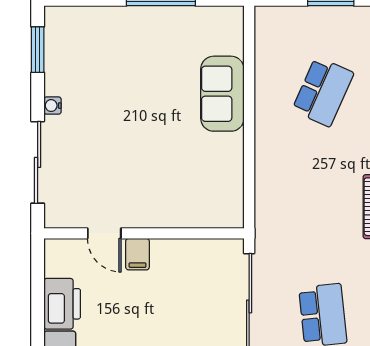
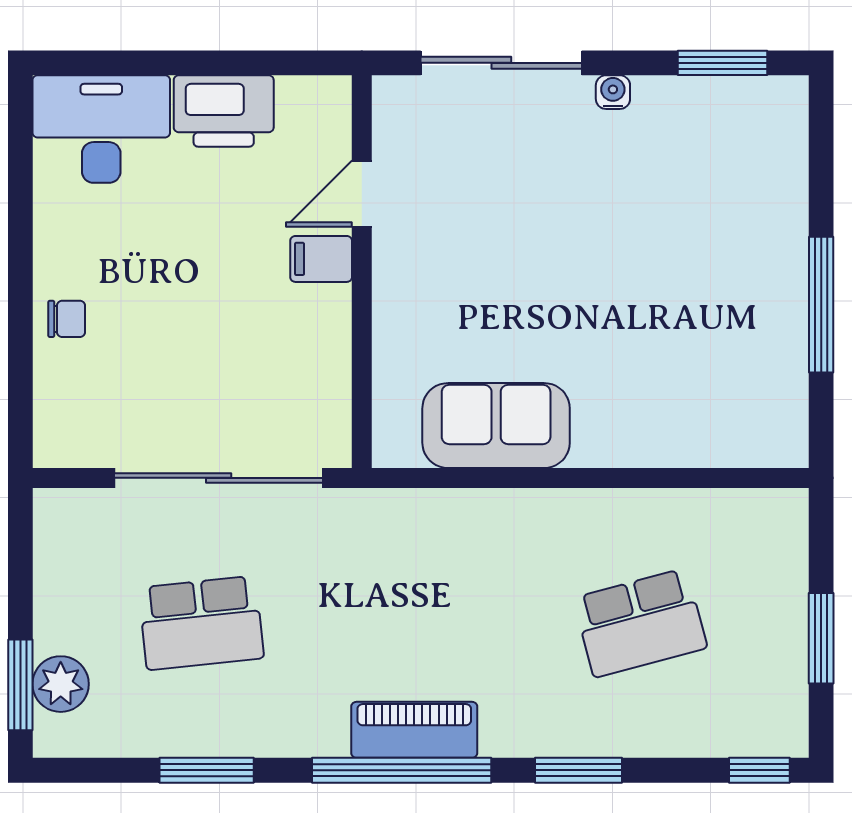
school desk: (323, 92) -> (640, 623), turned -39
sofa: (222, 94) -> (496, 426), moved

